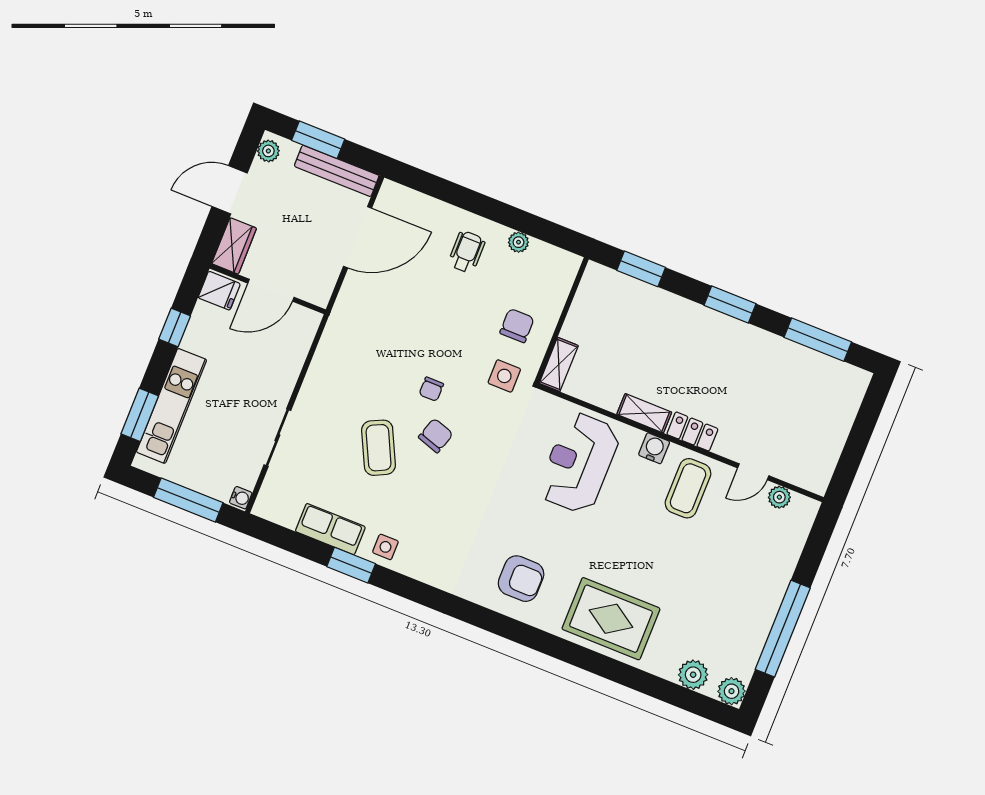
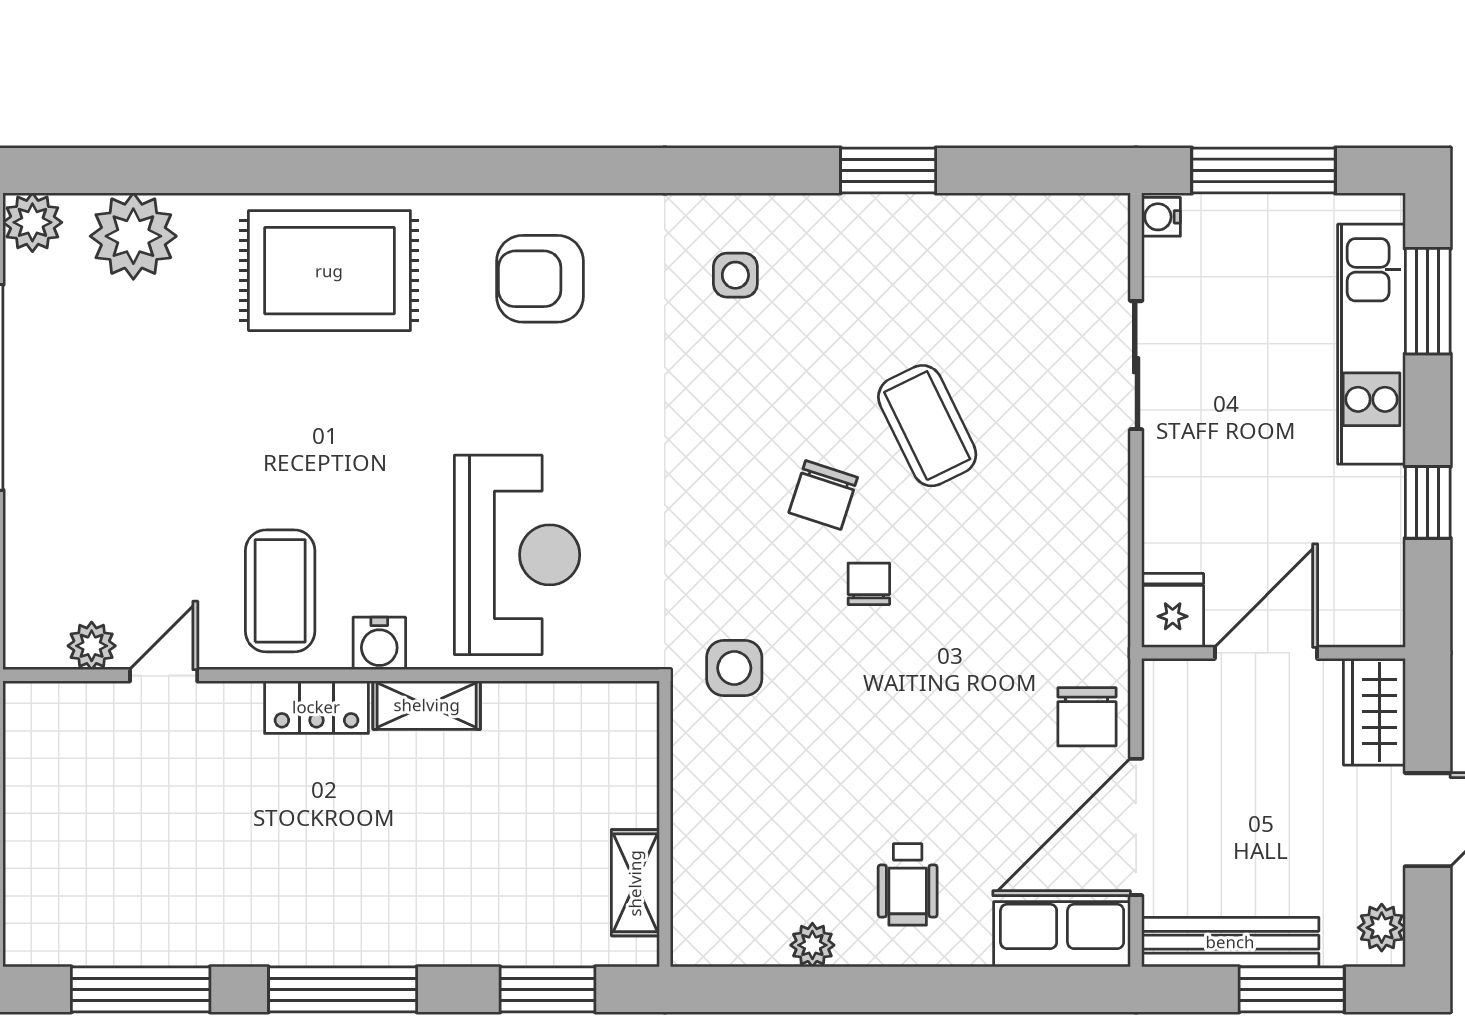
fridge: (219, 291) -> (1173, 610), moved, turned 90
window: (730, 304) -> (343, 989), width x1.44
chair: (517, 326) -> (1087, 717), moved
shelving: (559, 364) -> (635, 883), moved
row of seats: (330, 529) -> (1062, 934), moved, turned 180
side table: (385, 547) -> (735, 275), moved
plant: (693, 675) -> (133, 236), width x1.36, depth x1.36

